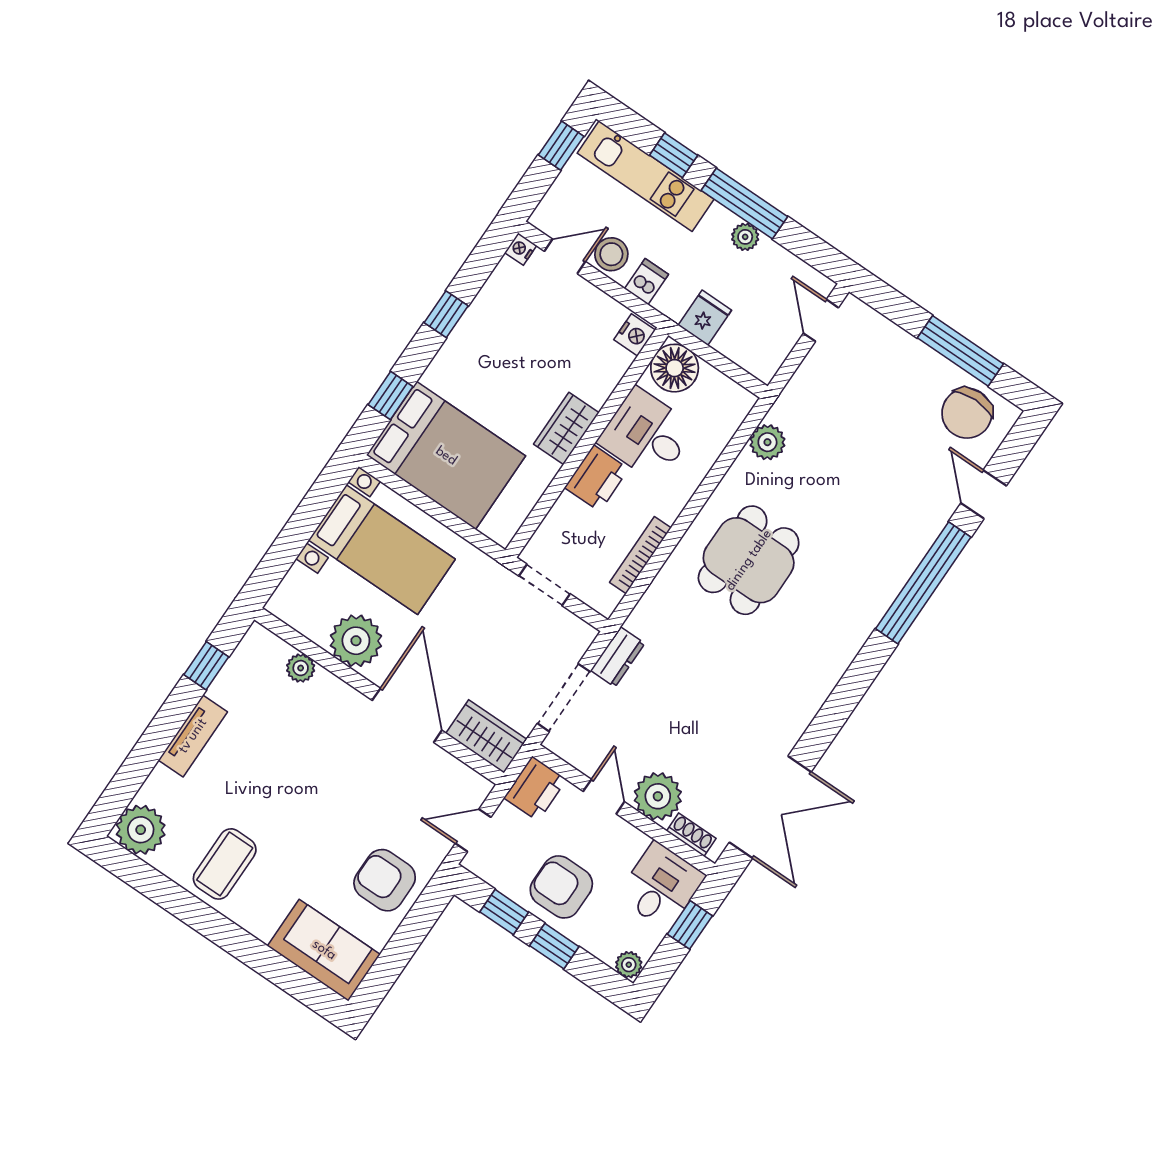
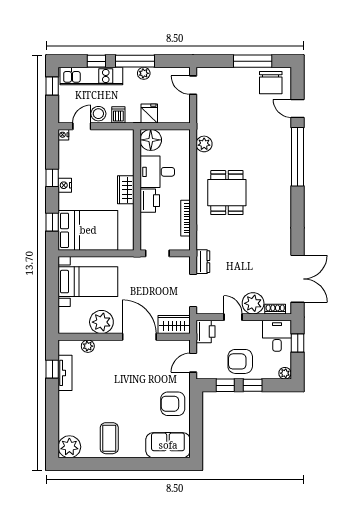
nightstand: (635, 335) -> (65, 185), moved, turned 180
tv unit: (193, 736) -> (65, 373), moved

